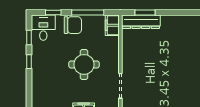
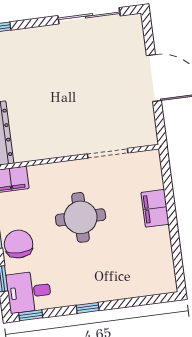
window: (29, 38) -> (31, 315), moved

